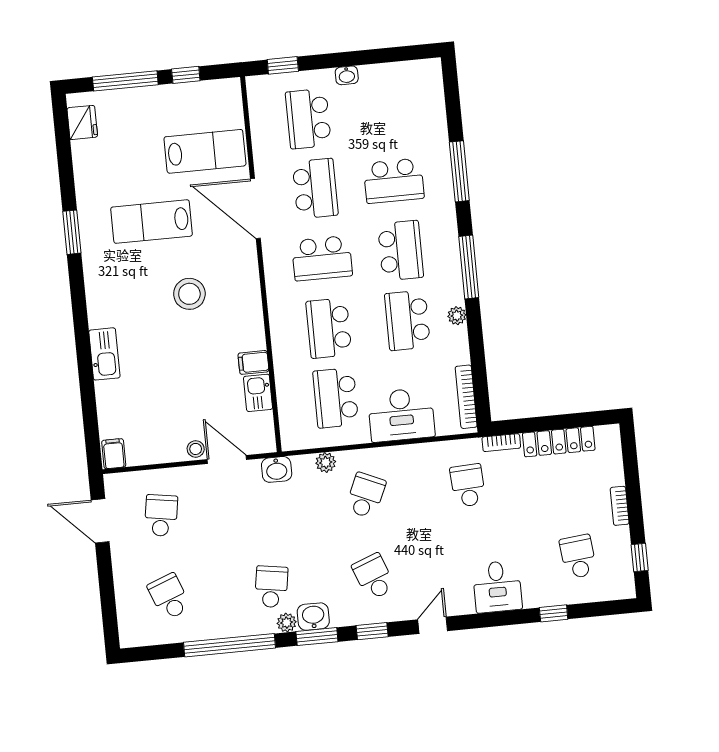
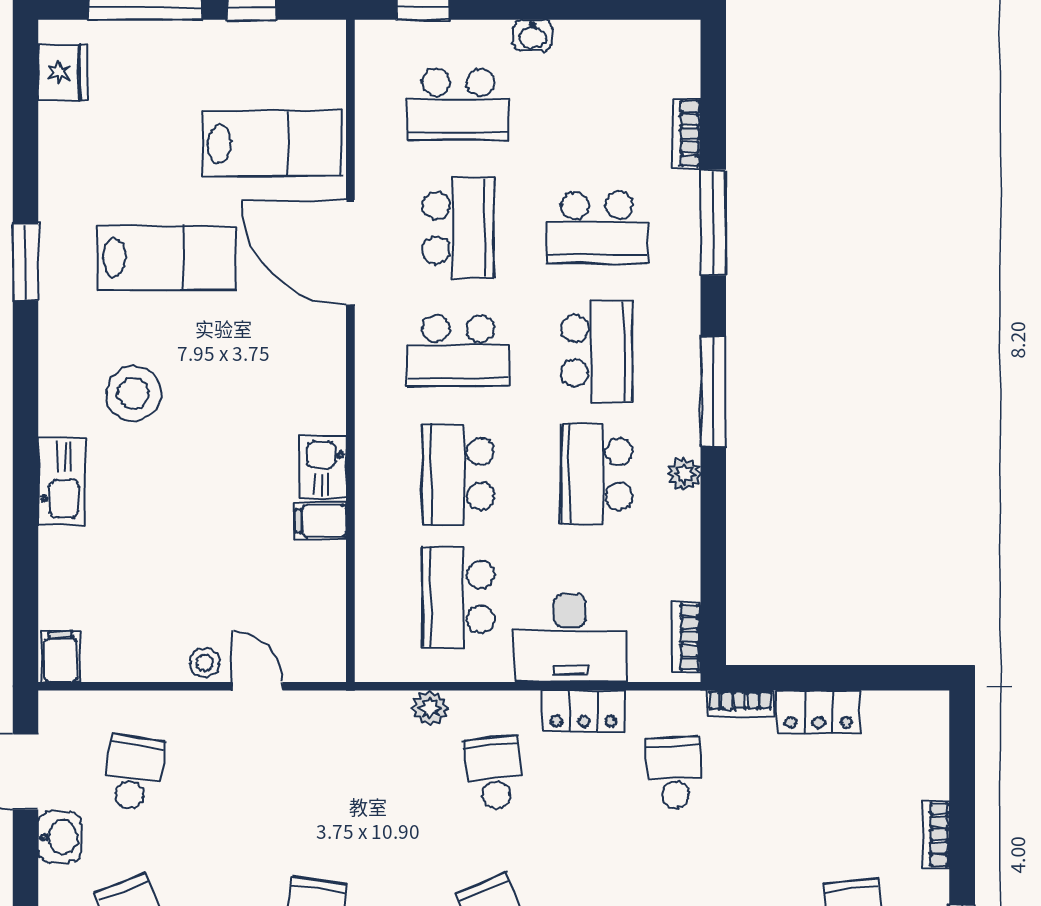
school desk: (308, 119) -> (458, 105), turned -90
bookcase: (439, 122) -> (686, 134), added
lab bench: (152, 222) -> (167, 257), turned 180
stool: (189, 294) -> (133, 393), moved
kitchen sink: (258, 393) -> (323, 467), moved
bookcase: (466, 397) -> (686, 637), width x0.64
locker: (559, 442) -> (818, 712), width x0.66
locker: (413, 455) -> (584, 711), added
door: (227, 460) -> (258, 686), width x0.73
washbasin: (277, 469) -> (60, 837), moved, turned -90
school desk: (366, 495) -> (494, 773), turned -30

